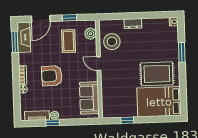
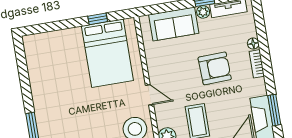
rug: (157, 74) -> (64, 91), removed
sofa: (89, 98) -> (174, 24), moved, turned 90
bed: (159, 102) -> (107, 53), moved, turned 90

